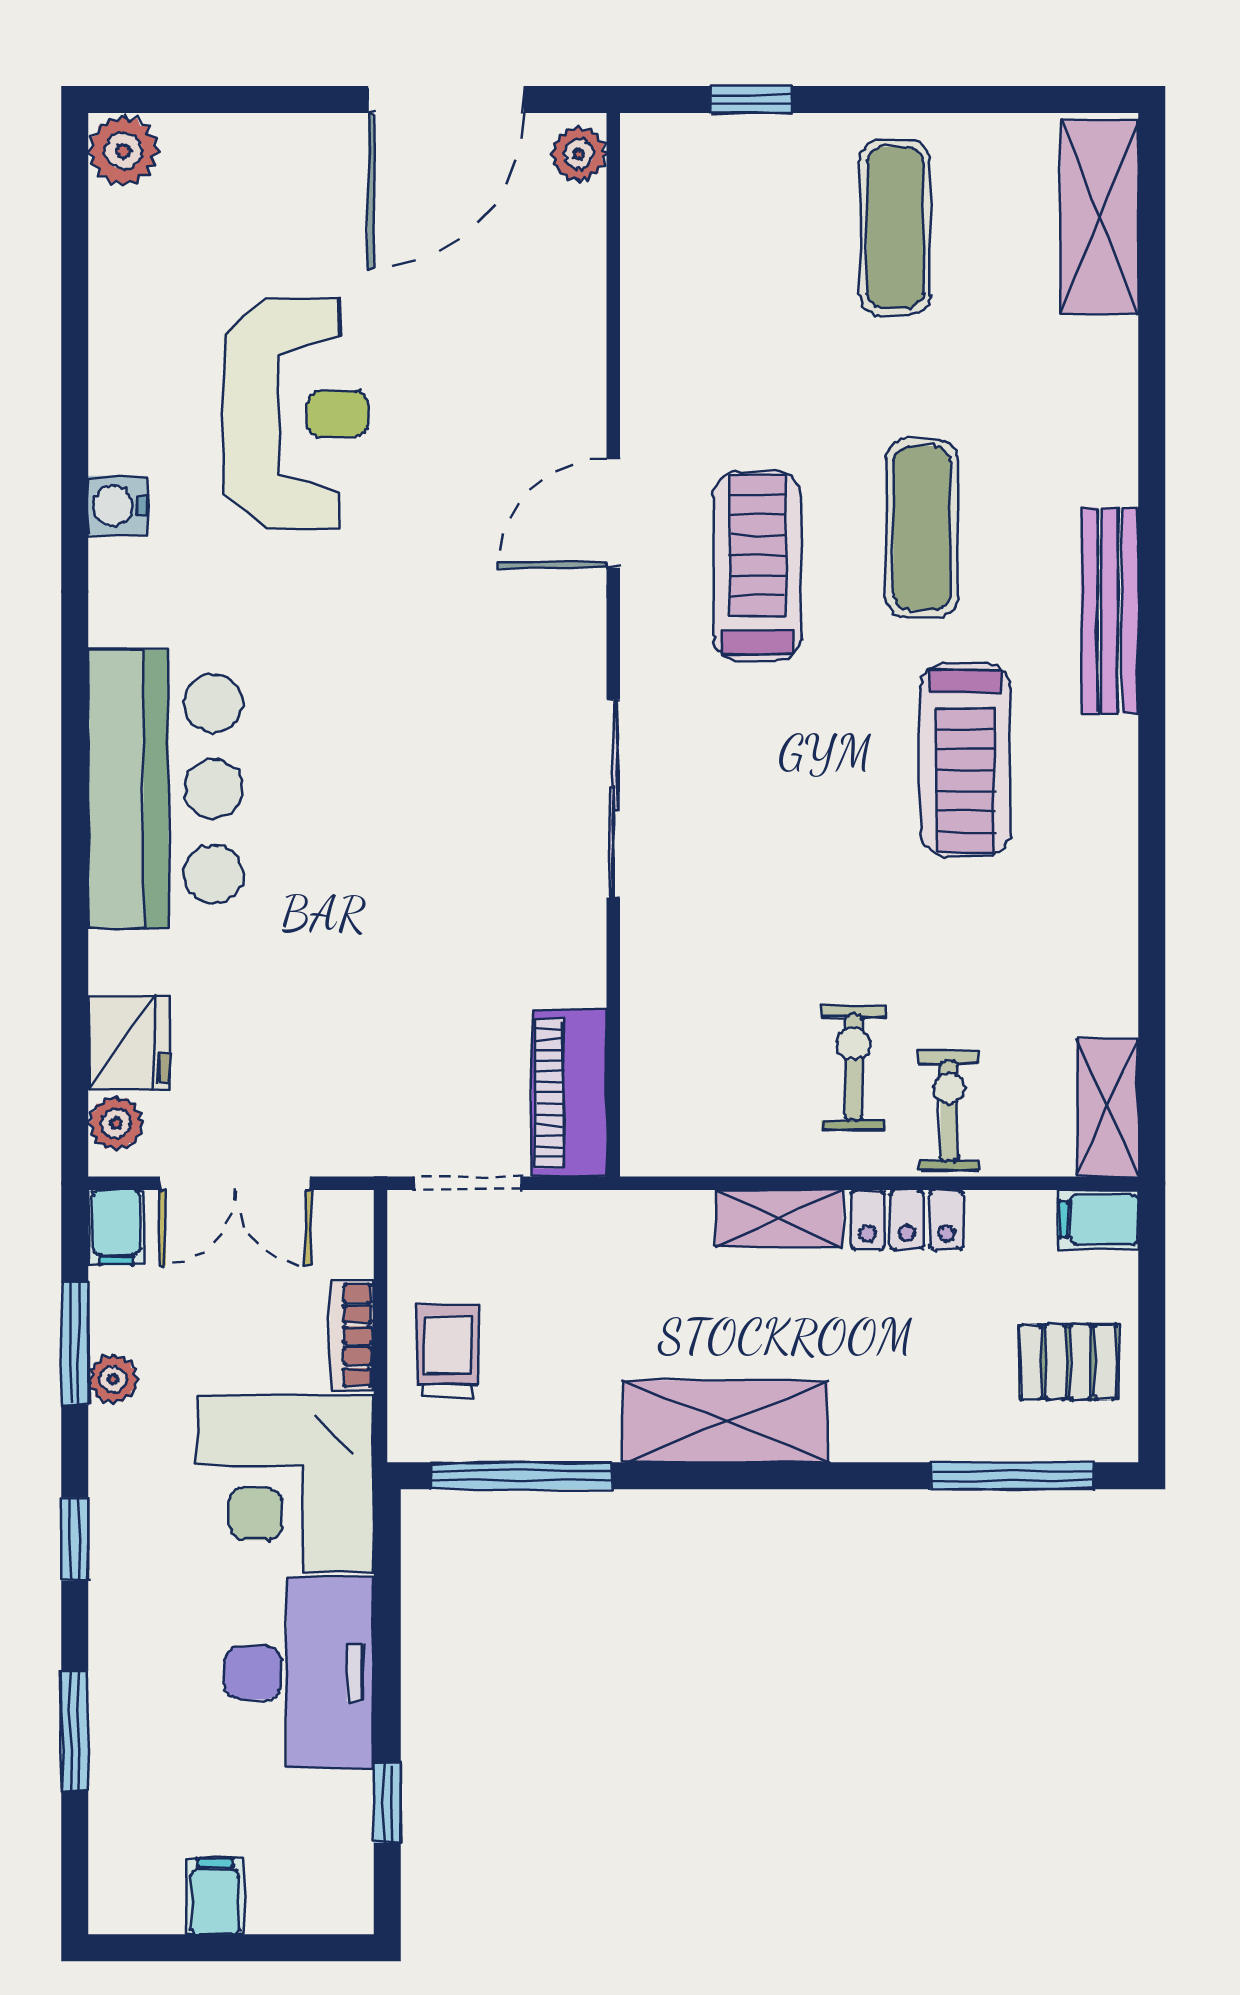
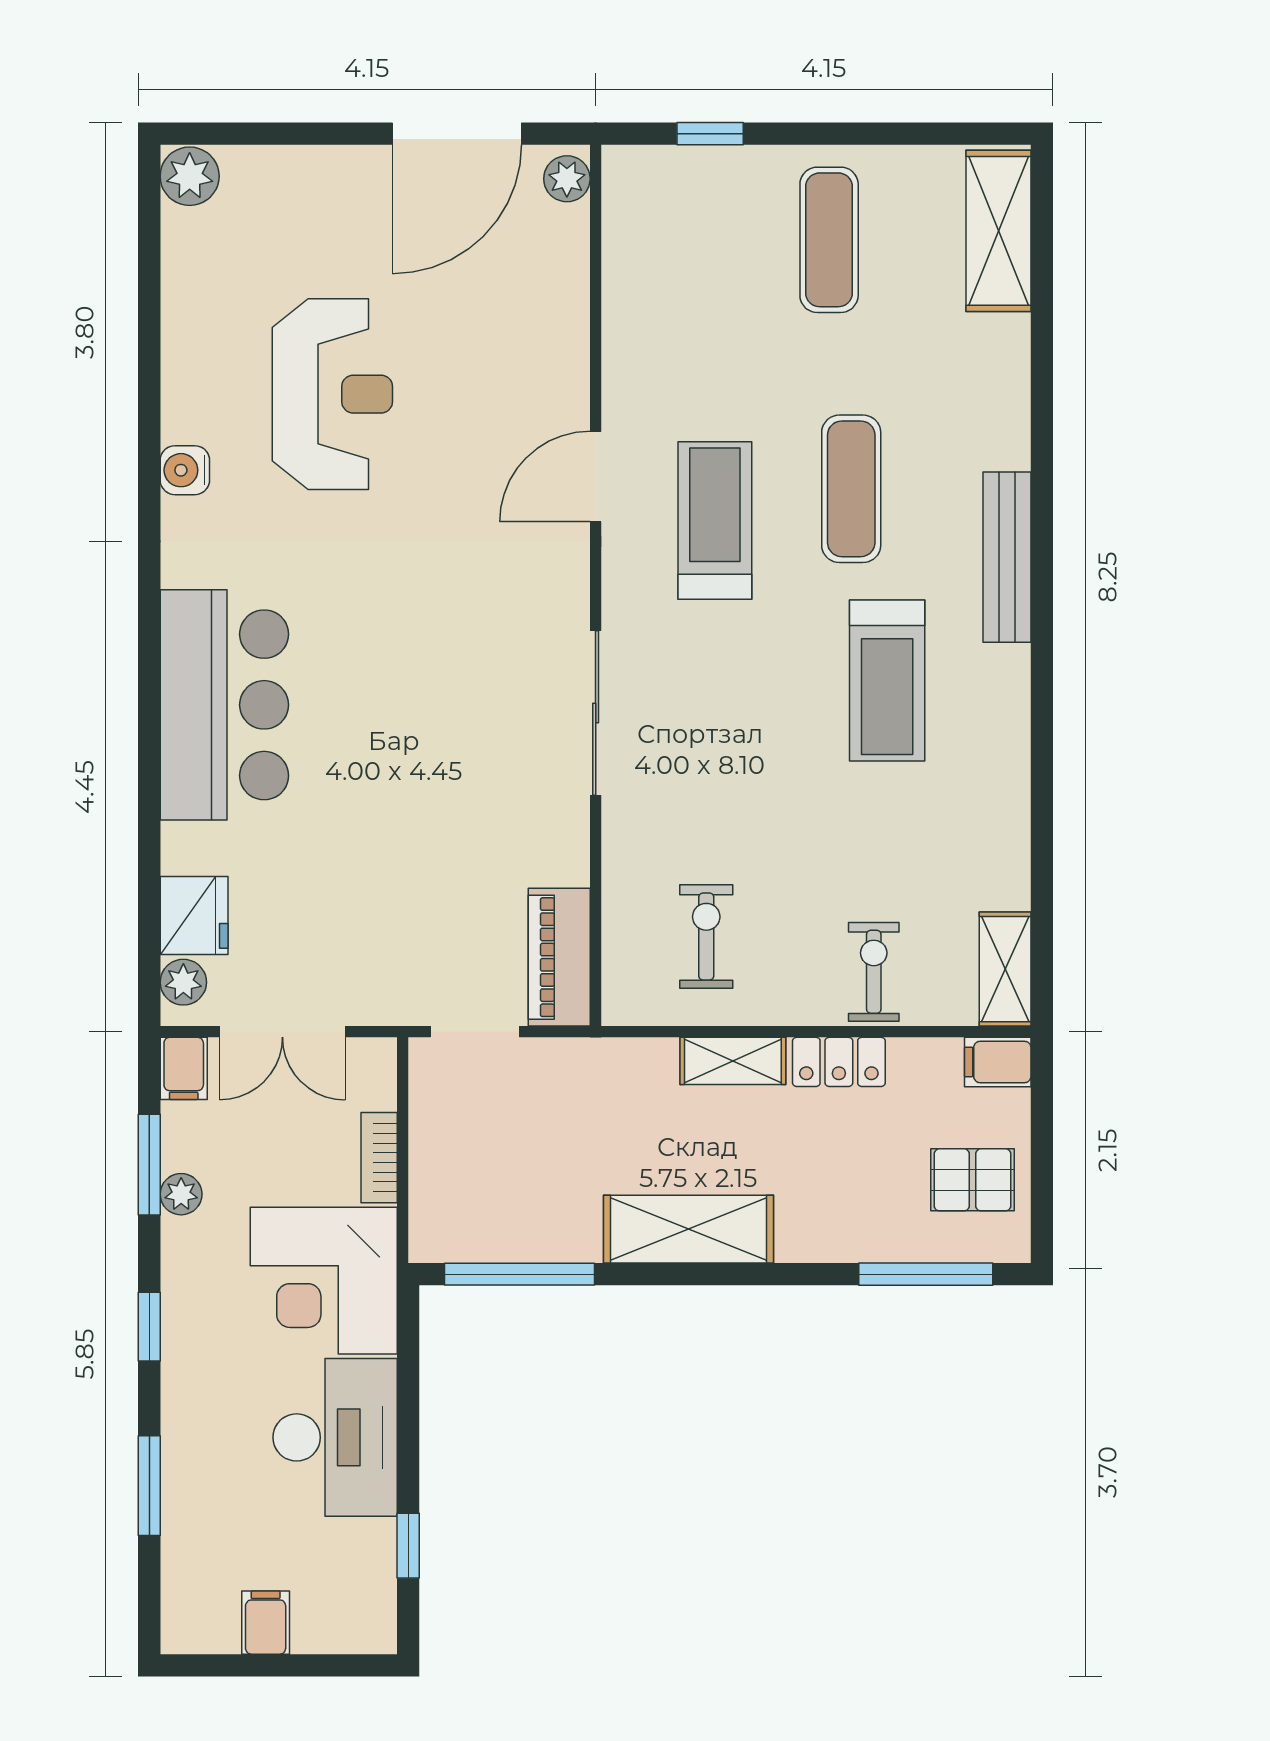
exercise bike: (853, 1068) -> (706, 937), moved
trolley: (448, 1351) -> (458, 1171), removed

